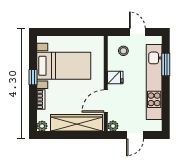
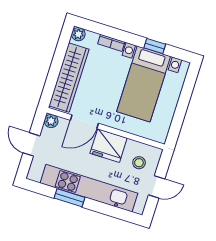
window: (166, 64) -> (69, 198), moved
window: (33, 77) -> (155, 46), moved
fridge: (115, 77) -> (109, 146), width x1.88, depth x1.34
door: (106, 101) -> (84, 122), swing flipped

